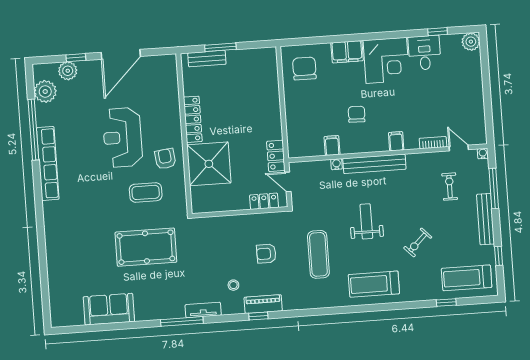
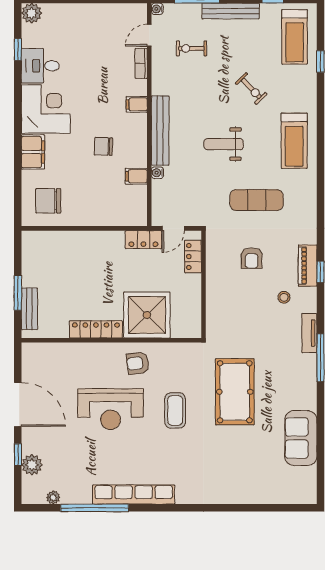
plant: (45, 91) -> (53, 497), width x0.53, depth x0.53
coffee table: (146, 192) -> (175, 410), moved

